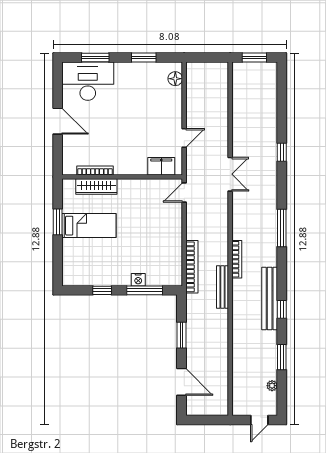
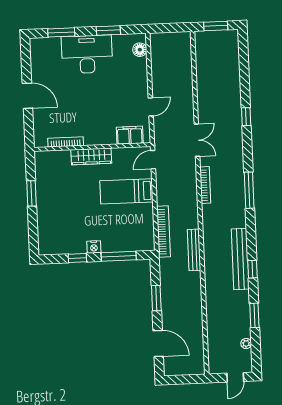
desk: (88, 81) -> (87, 54), moved
wardrobe: (96, 186) -> (91, 156), moved
bed: (89, 226) -> (126, 191), moved, turned 180
bookcase: (237, 259) -> (205, 185), moved
nightstand: (138, 280) -> (94, 247), moved

